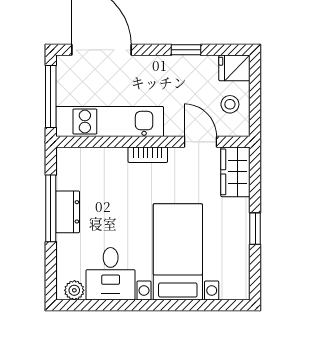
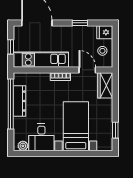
window: (51, 97) -> (11, 47), width x0.46
window: (51, 208) -> (11, 104), width x1.46
dresser: (68, 212) -> (19, 101), width x1.44
window: (255, 229) -> (115, 130), moved

